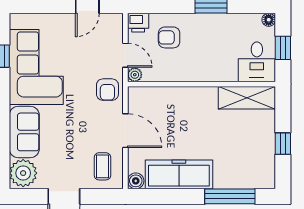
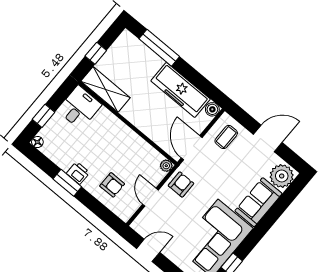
printer: (138, 23) -> (78, 173), moved
desk: (257, 62) -> (79, 107), moved
plant: (135, 75) -> (166, 166), moved
wall: (202, 84) -> (128, 123), moved
shelving: (247, 98) -> (106, 89), moved

